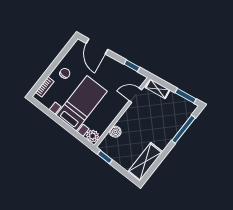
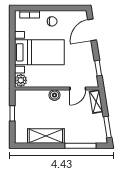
door: (135, 95) -> (78, 89), swing flipped
boiler: (115, 132) -> (55, 95), moved
window: (105, 157) -> (12, 113), moved
shelving: (145, 162) -> (46, 136), moved

